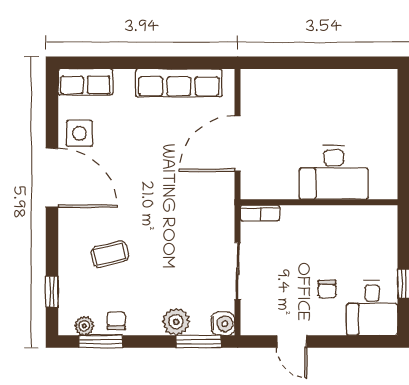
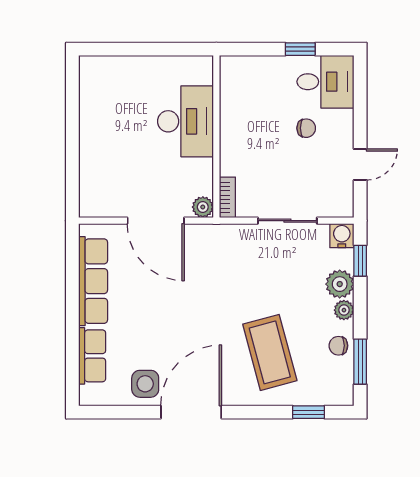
row of seats: (85, 82) -> (92, 356), moved
plant: (251, 189) -> (203, 207), added
coffee table: (110, 254) -> (270, 352), width x1.86, depth x1.72
plant: (84, 326) -> (344, 310), moved
window: (199, 342) -> (360, 261), width x0.67

